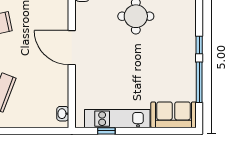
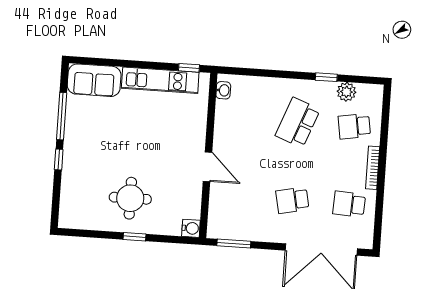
door: (72, 48) -> (207, 167), width x0.73
window: (106, 131) -> (189, 68), moved

